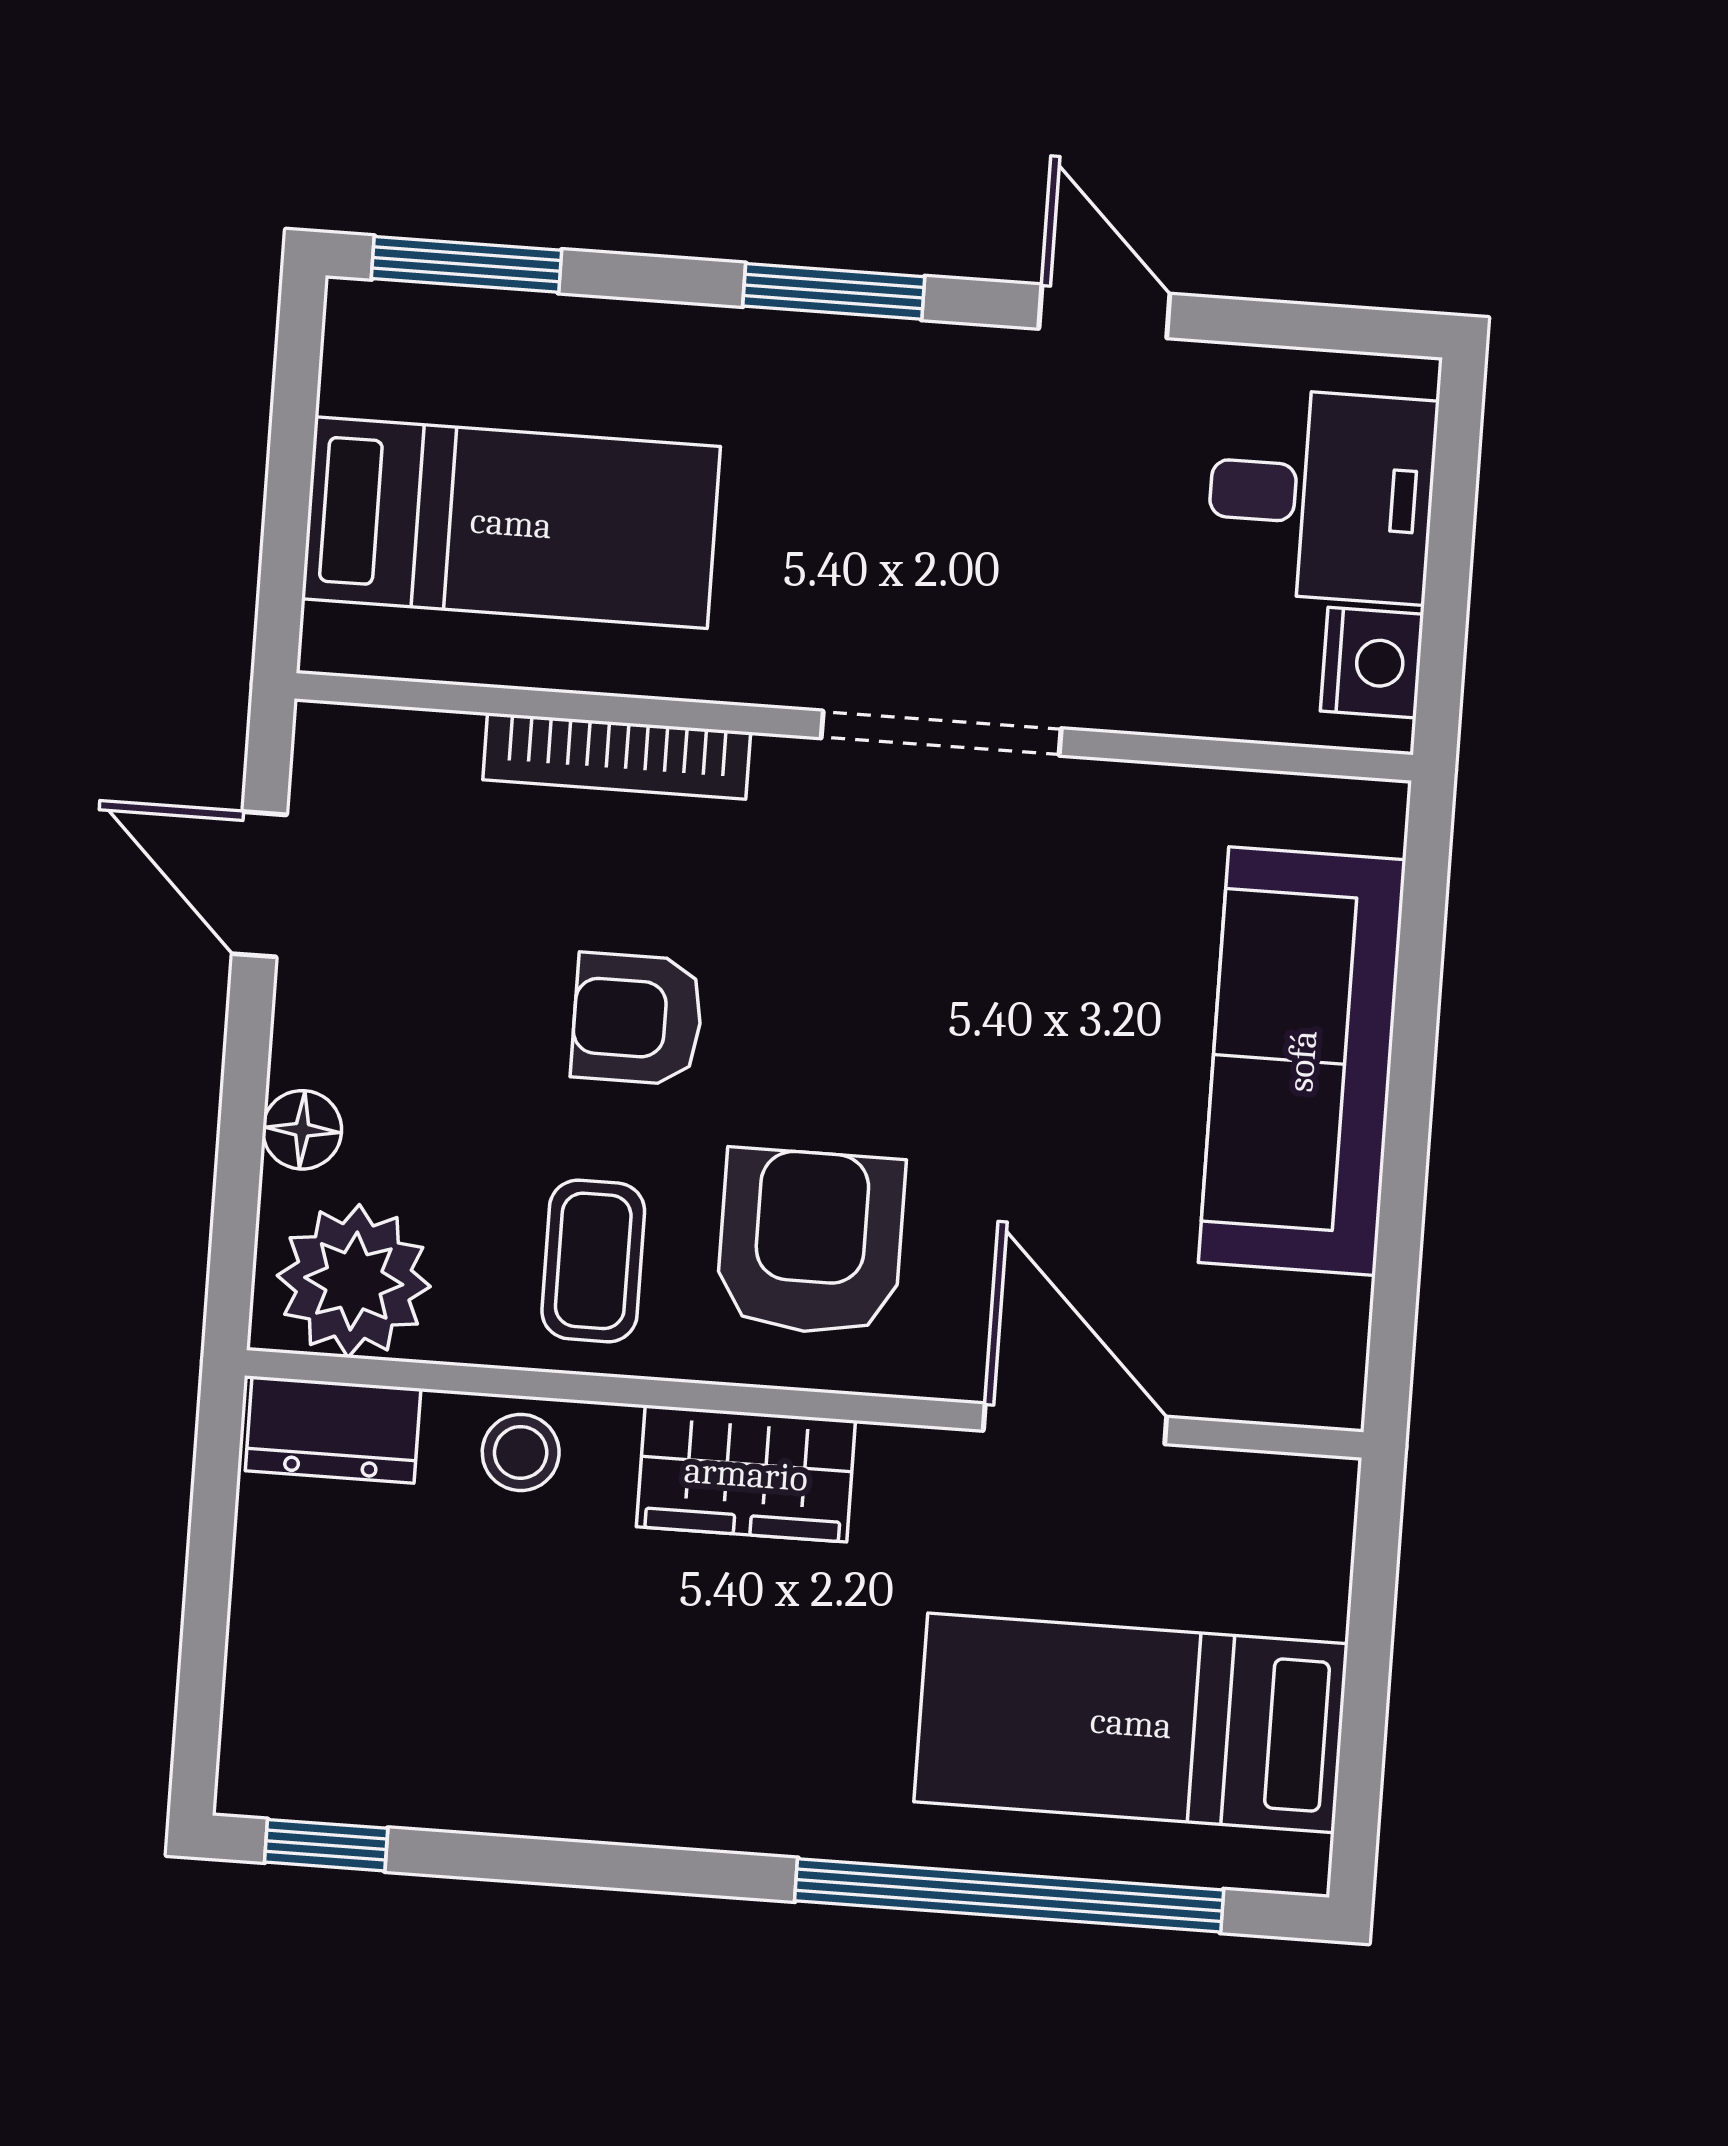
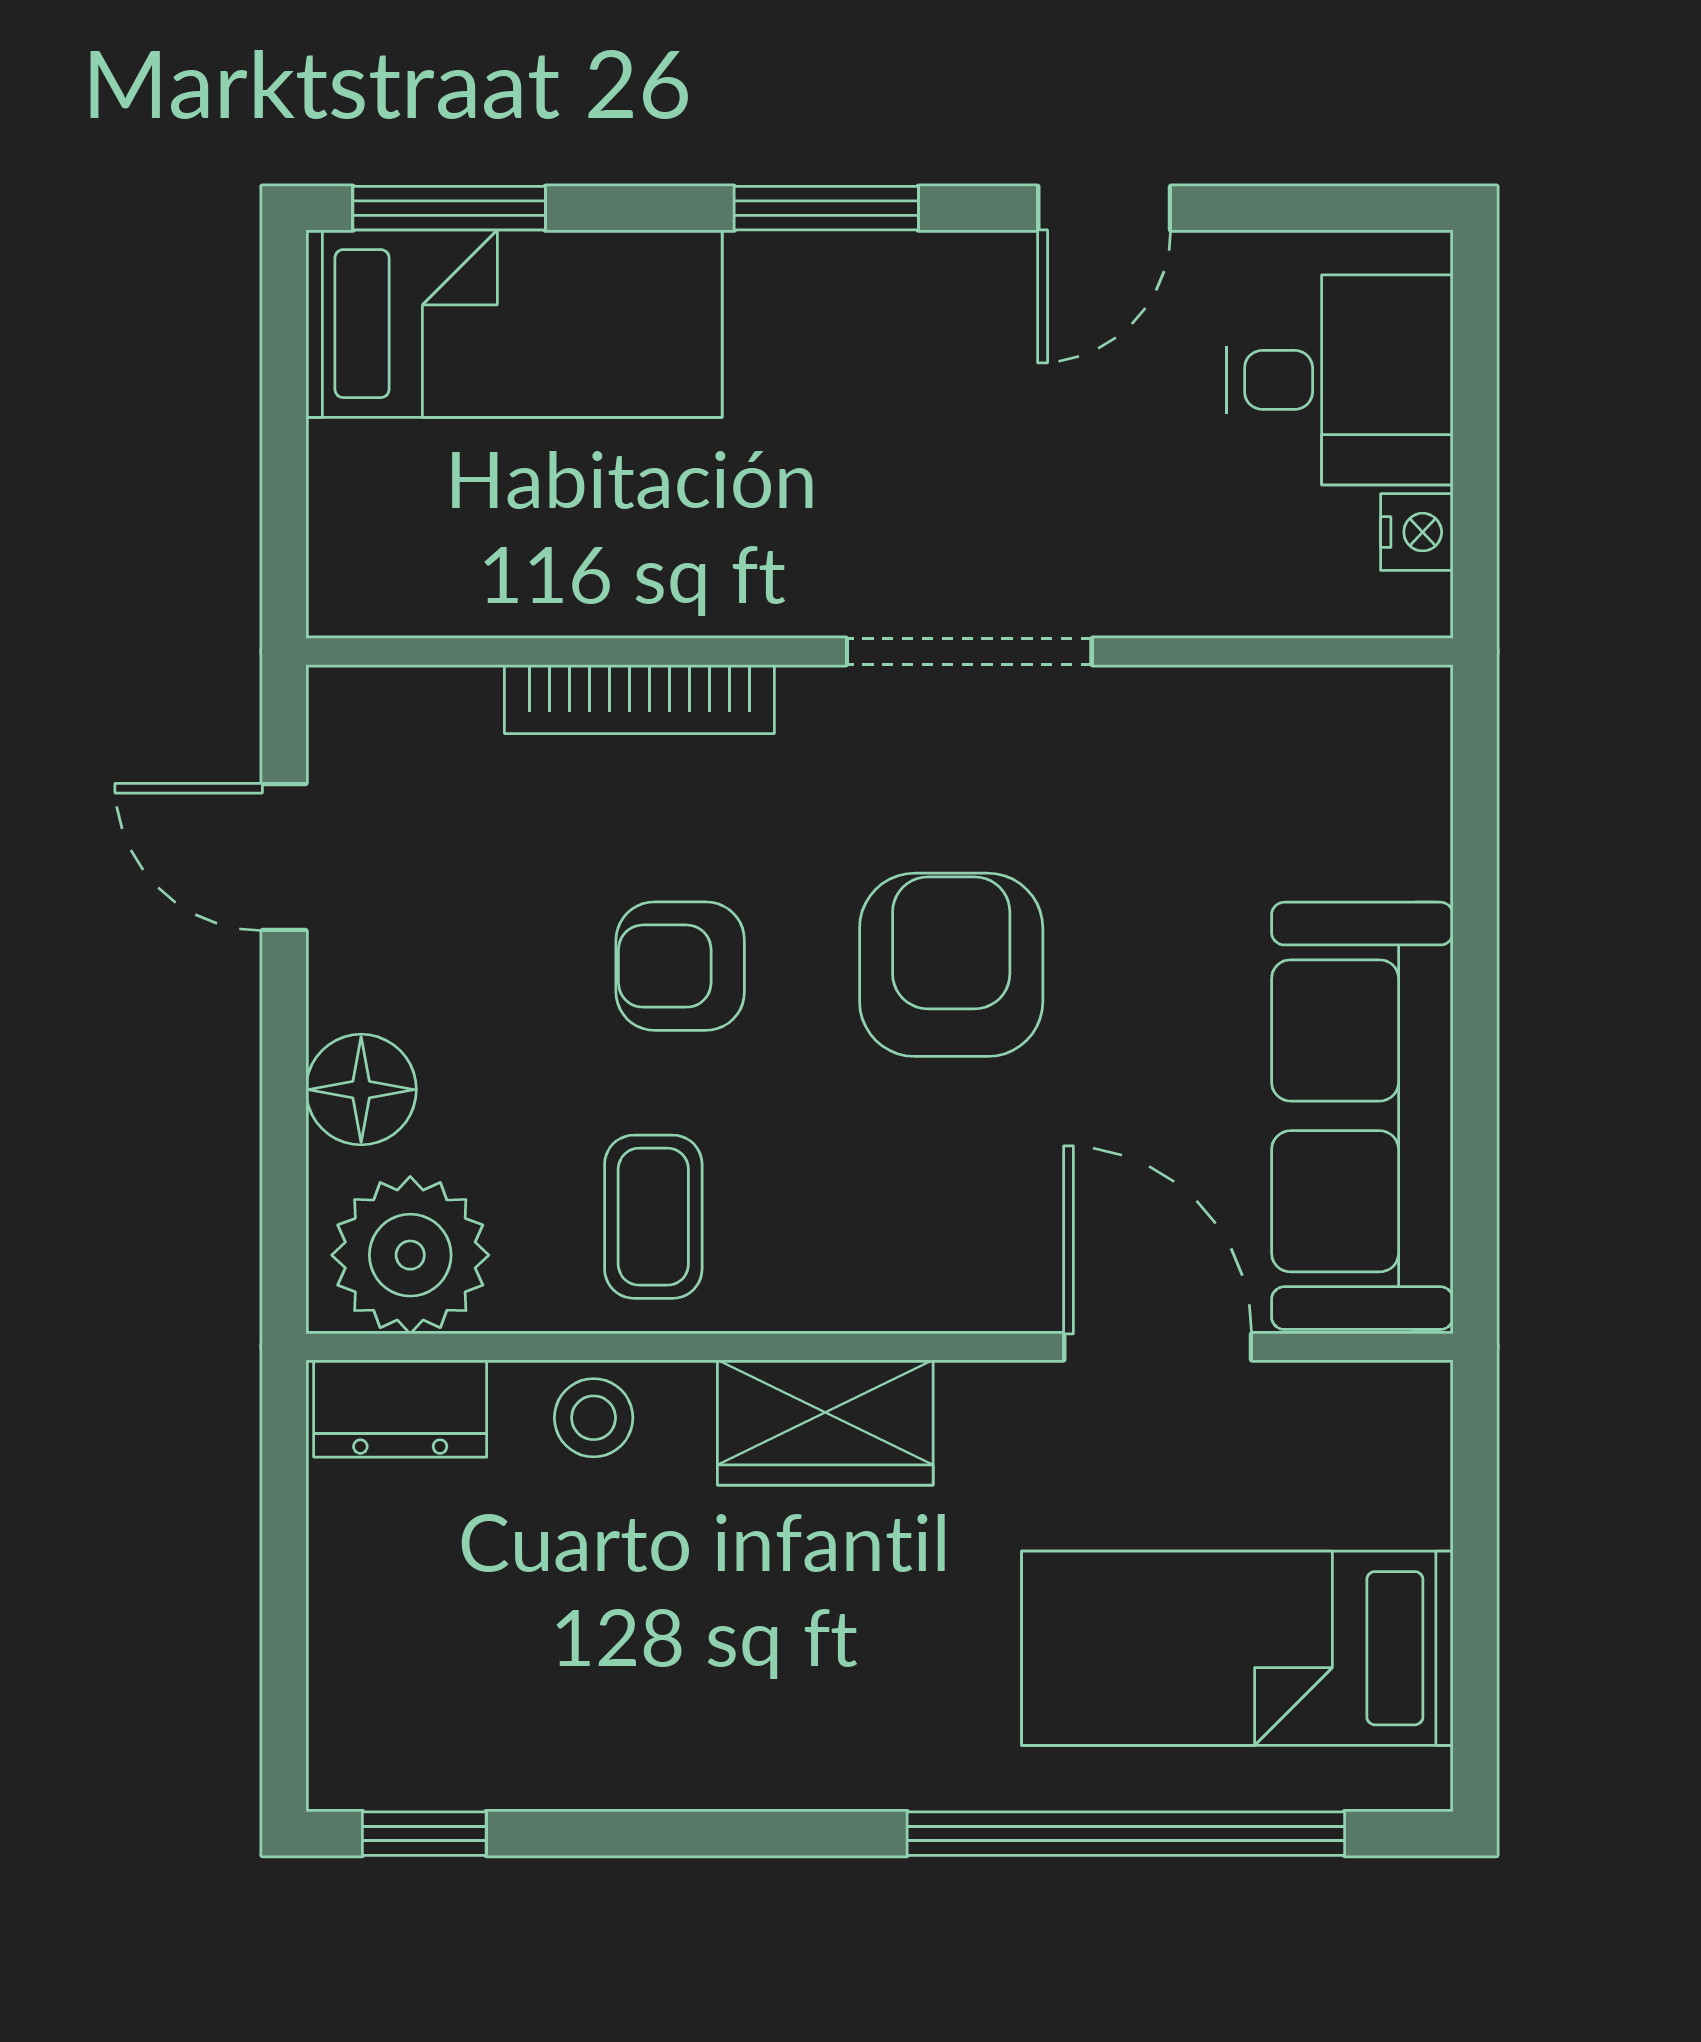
door: (1104, 311) -> (1104, 208), swing flipped
bed: (511, 523) -> (514, 324), moved
nightstand: (1372, 663) -> (1417, 532), width x0.72, depth x0.74
sofa: (1302, 1061) -> (1362, 1116), moved
floor lamp: (302, 1130) -> (361, 1090), width x1.37, depth x1.37
armchair: (811, 1242) -> (951, 965), moved

